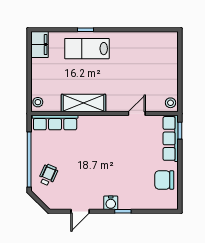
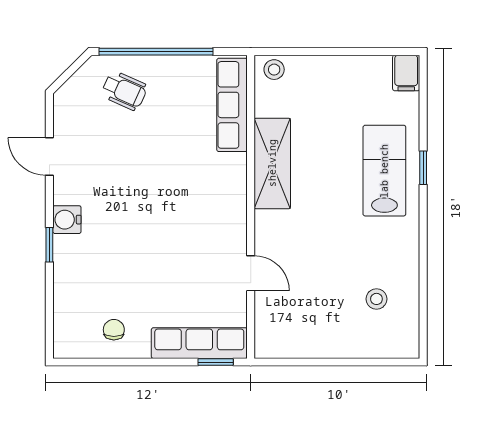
filing cabinet: (40, 45) -> (406, 73), width x0.50
stool: (171, 103) -> (376, 299), moved
chair: (164, 180) -> (114, 330), width x0.54, depth x0.54

